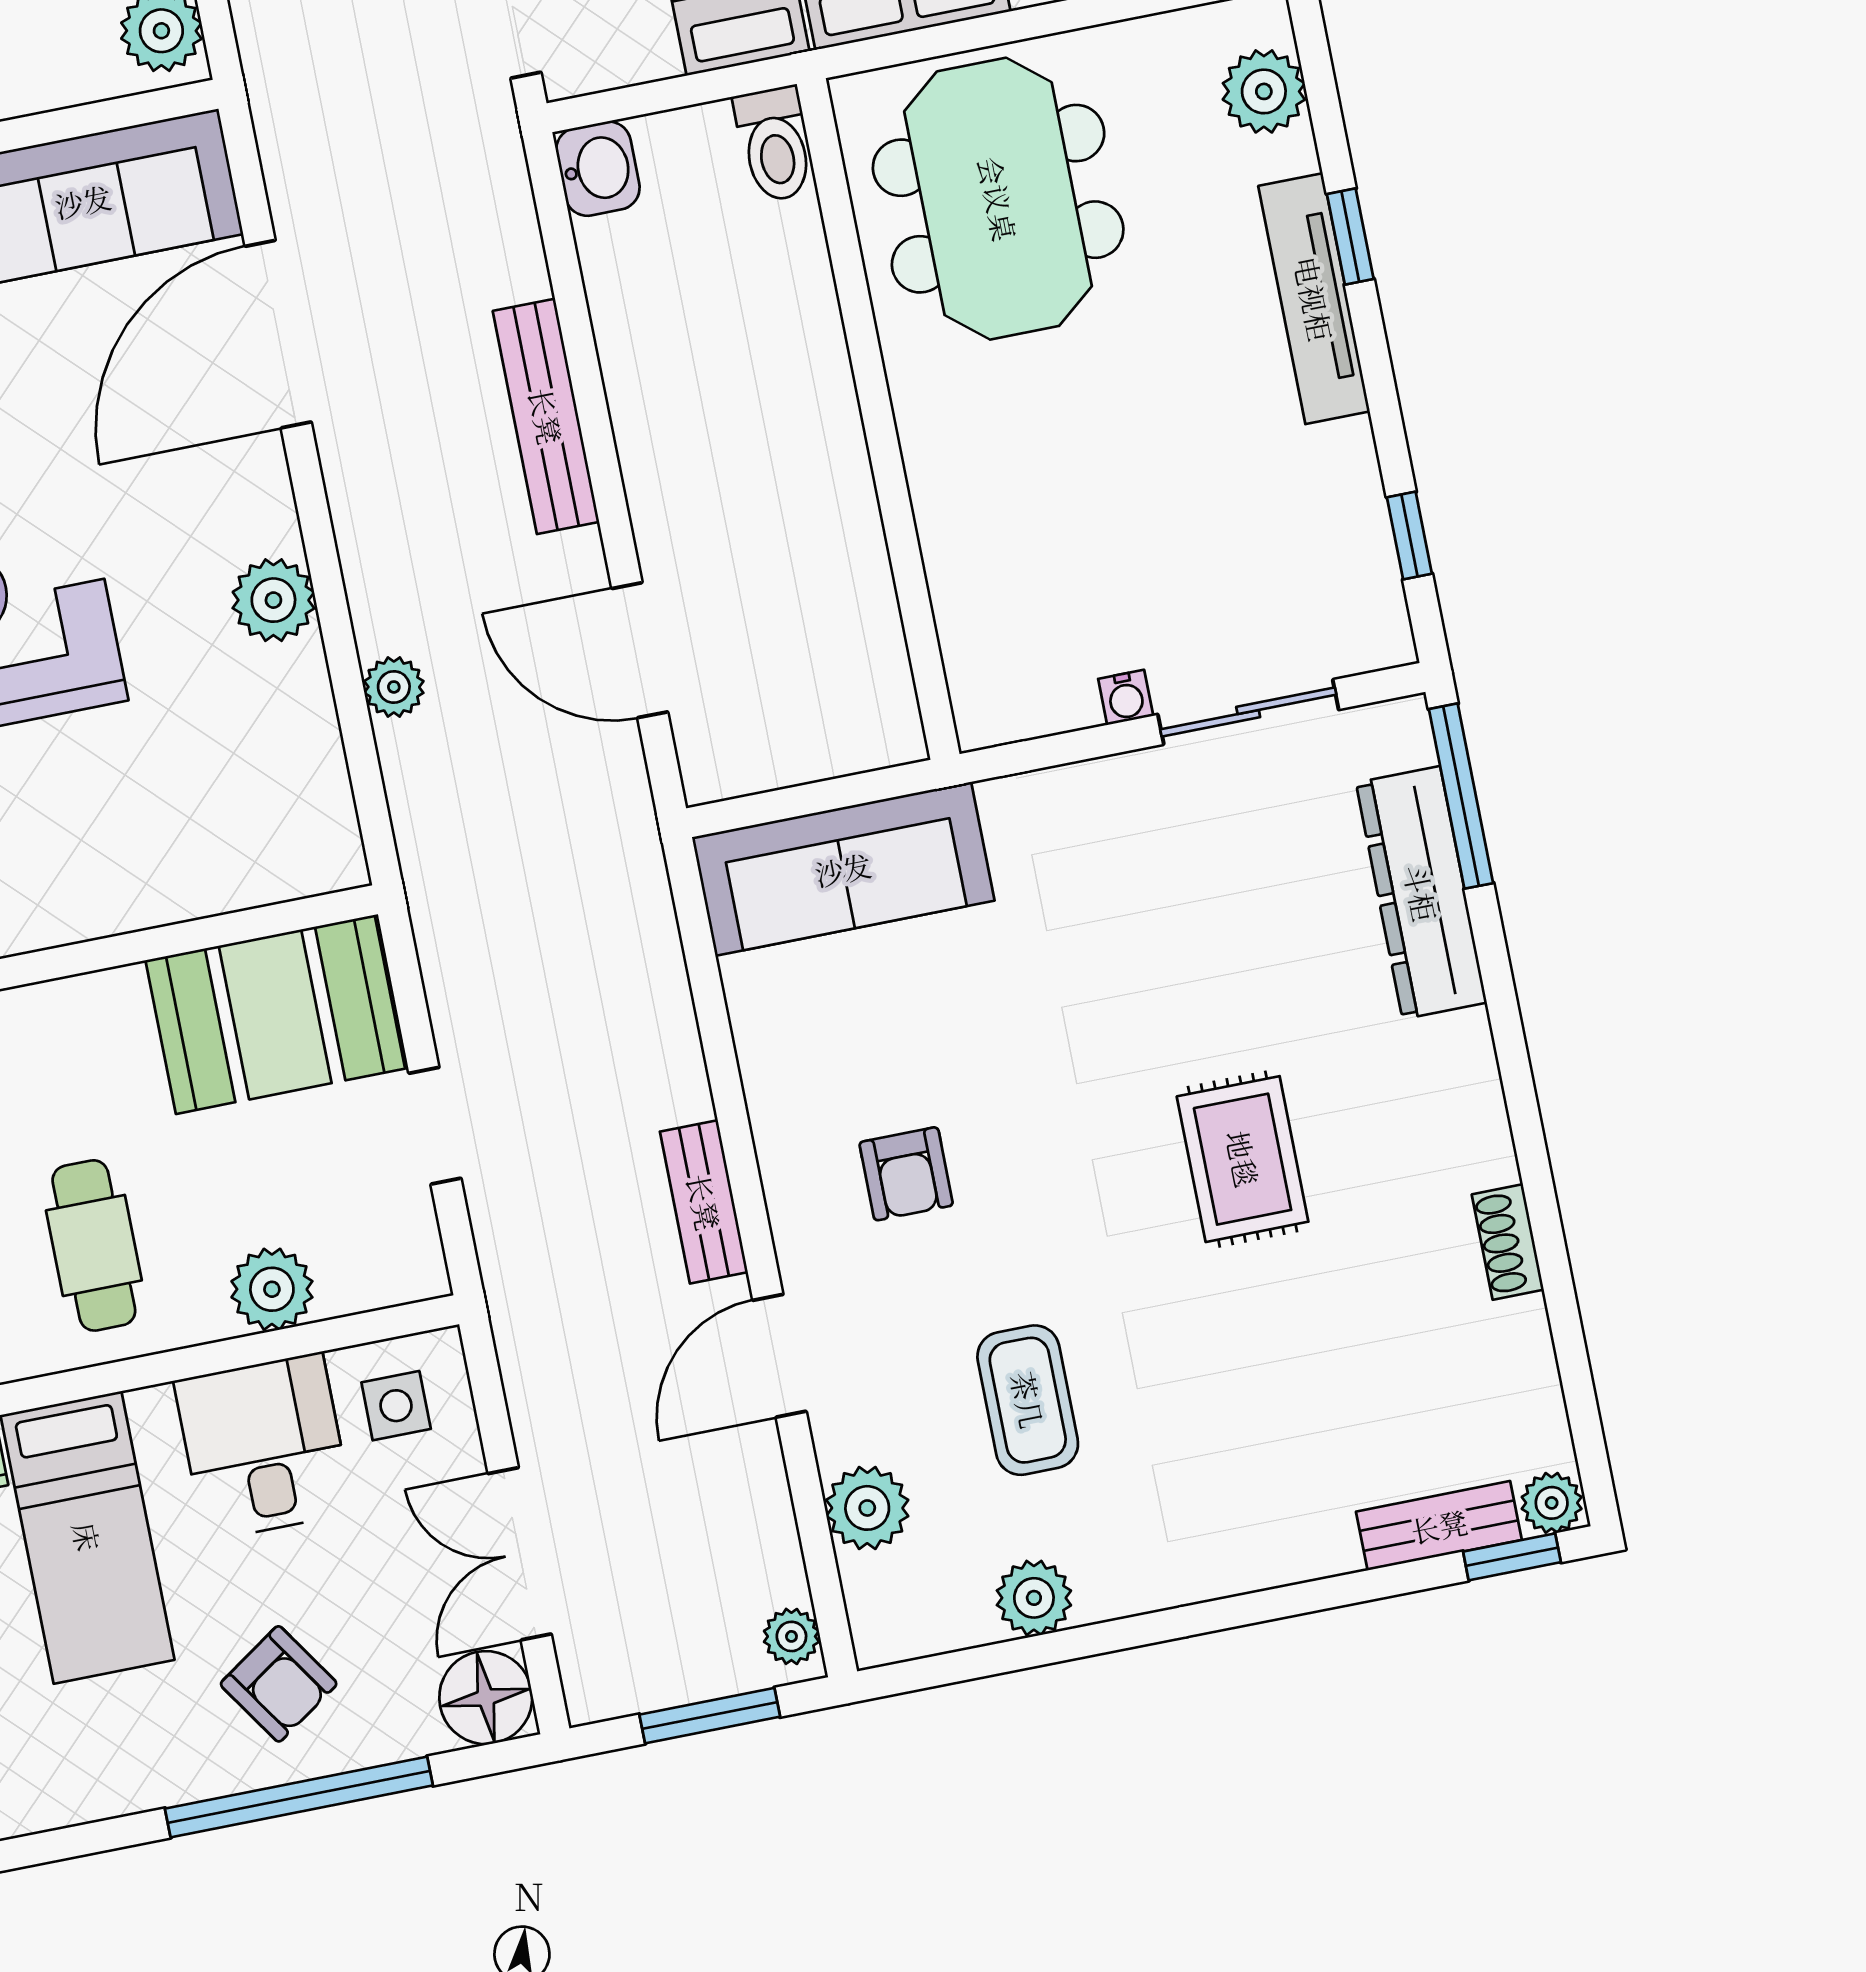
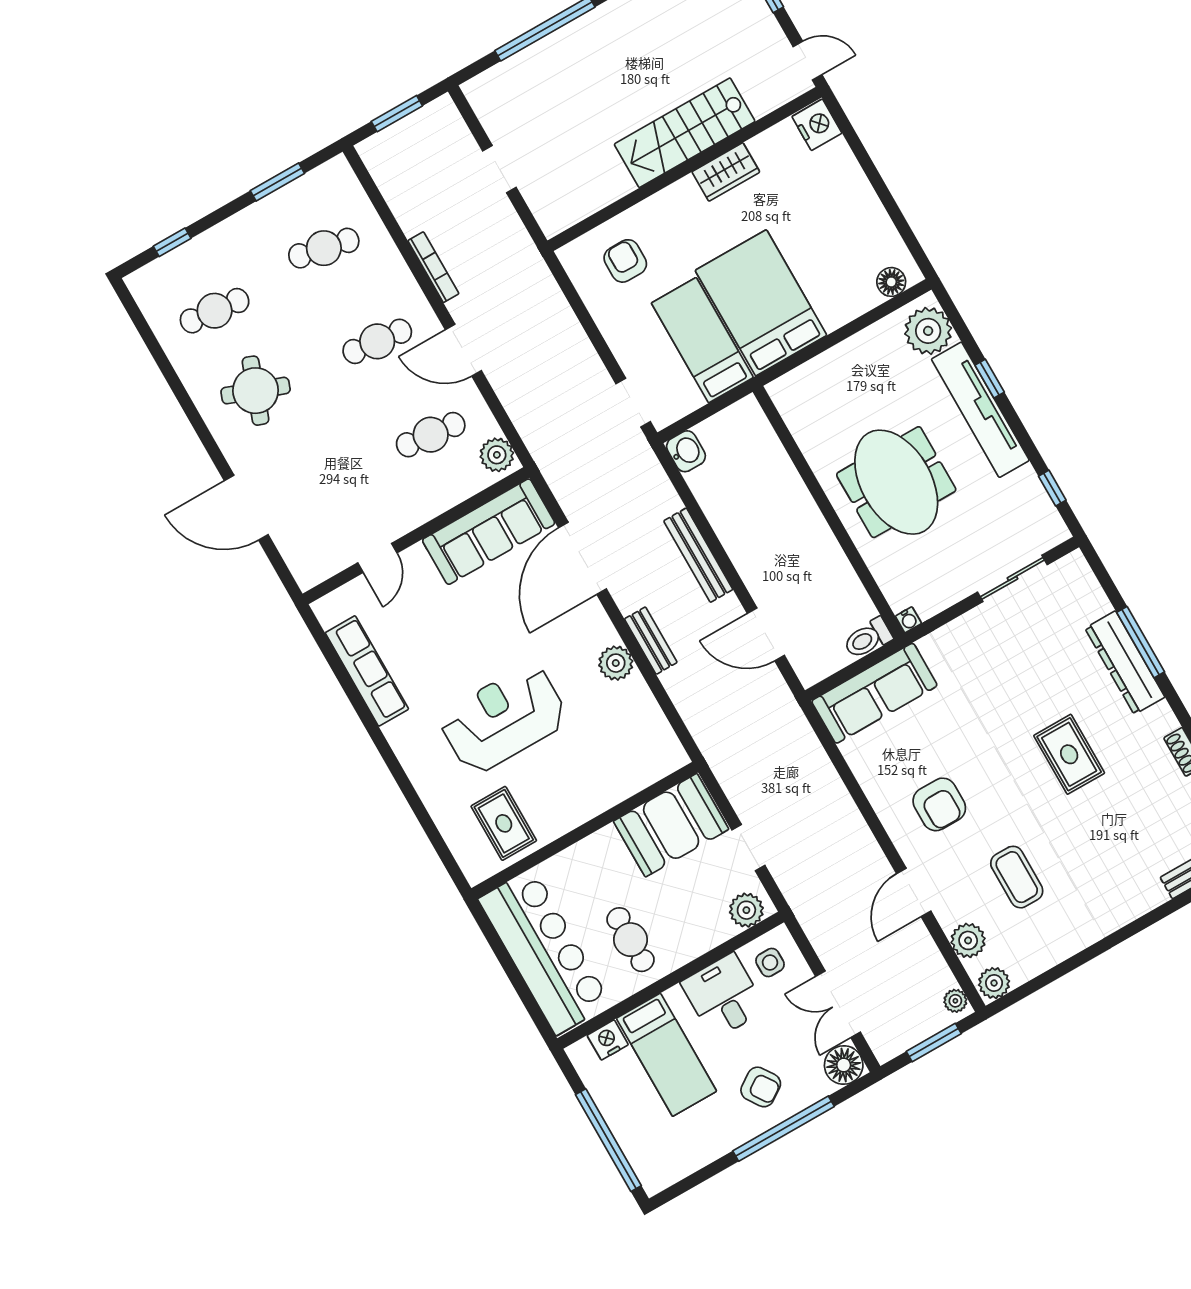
plant: (1264, 91) -> (928, 331), width x1.36, depth x1.36
toilet: (775, 144) -> (868, 638), moved, turned 90
meeting table: (998, 199) -> (896, 482), moved
tv unit: (1314, 299) -> (980, 410), width x1.36, depth x1.29
plant: (394, 687) -> (674, 681), removed
water cooler: (1126, 697) -> (908, 620), moved
window: (1461, 796) -> (1141, 642), moved
dresser: (1421, 893) -> (1125, 663), moved
armchair: (906, 1174) -> (939, 804), width x1.38, depth x1.38
bench: (704, 1202) -> (651, 641), moved
plant: (272, 1289) -> (746, 910), moved
plant: (1034, 1598) -> (994, 983), moved

